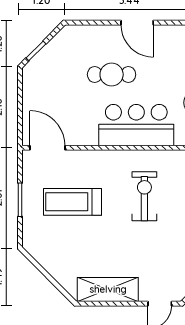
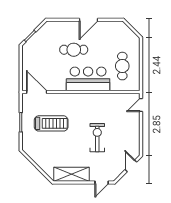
door: (137, 23) -> (89, 20), hinge flipped
exercise bike: (144, 196) -> (97, 138), moved
treadmill: (72, 202) -> (51, 123), turned 180

